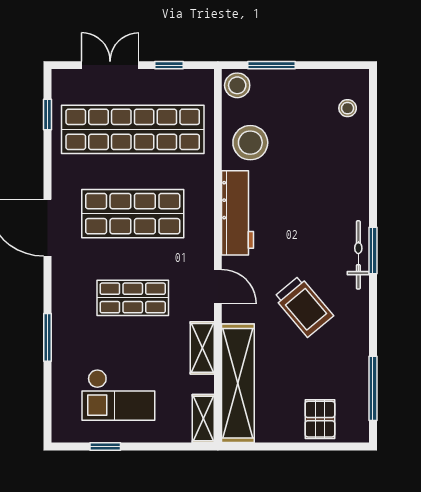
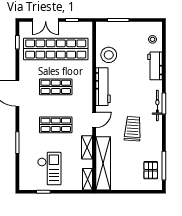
double door: (110, 65) -> (46, 20), swing flipped
stool: (237, 85) -> (103, 29), removed
workbench: (353, 167) -> (155, 66), added
shop shelf: (133, 214) -> (56, 87), width x0.70, depth x0.74
door: (218, 287) -> (94, 120), hinge flipped
trolley: (304, 306) -> (133, 129), turned -136
checkout: (118, 395) -> (49, 169), turned -90
pallet: (320, 419) -> (151, 170), moved

